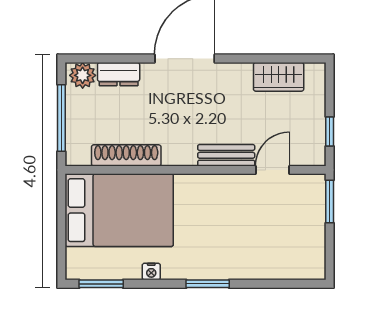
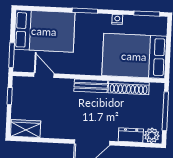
wardrobe: (279, 77) -> (26, 129), moved
bench: (226, 155) -> (91, 86), moved
door: (272, 170) -> (44, 75), swing flipped
bed: (275, 246) -> (44, 31), added

